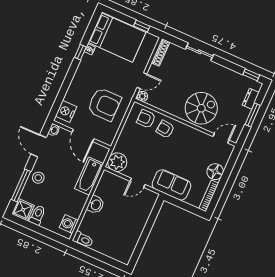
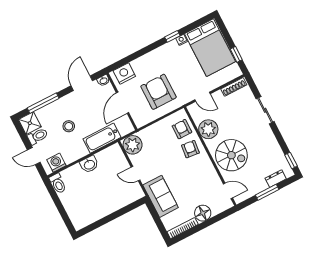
plant: (142, 96) -> (208, 129), moved, width x1.87, depth x1.87
armchair: (104, 104) -> (159, 92), turned 180
stool: (38, 178) -> (69, 126), moved
door: (47, 233) -> (34, 156), added

